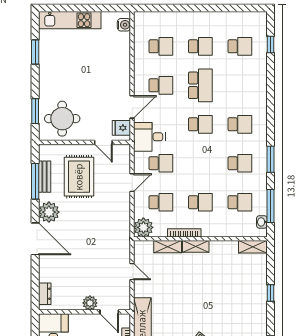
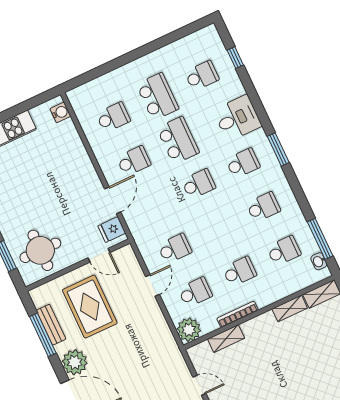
school desk: (200, 46) -> (157, 96), width x1.85
desk: (149, 137) -> (237, 118), moved, turned 180
window: (270, 159) -> (278, 149), moved
shelving: (196, 246) -> (290, 308), moved

